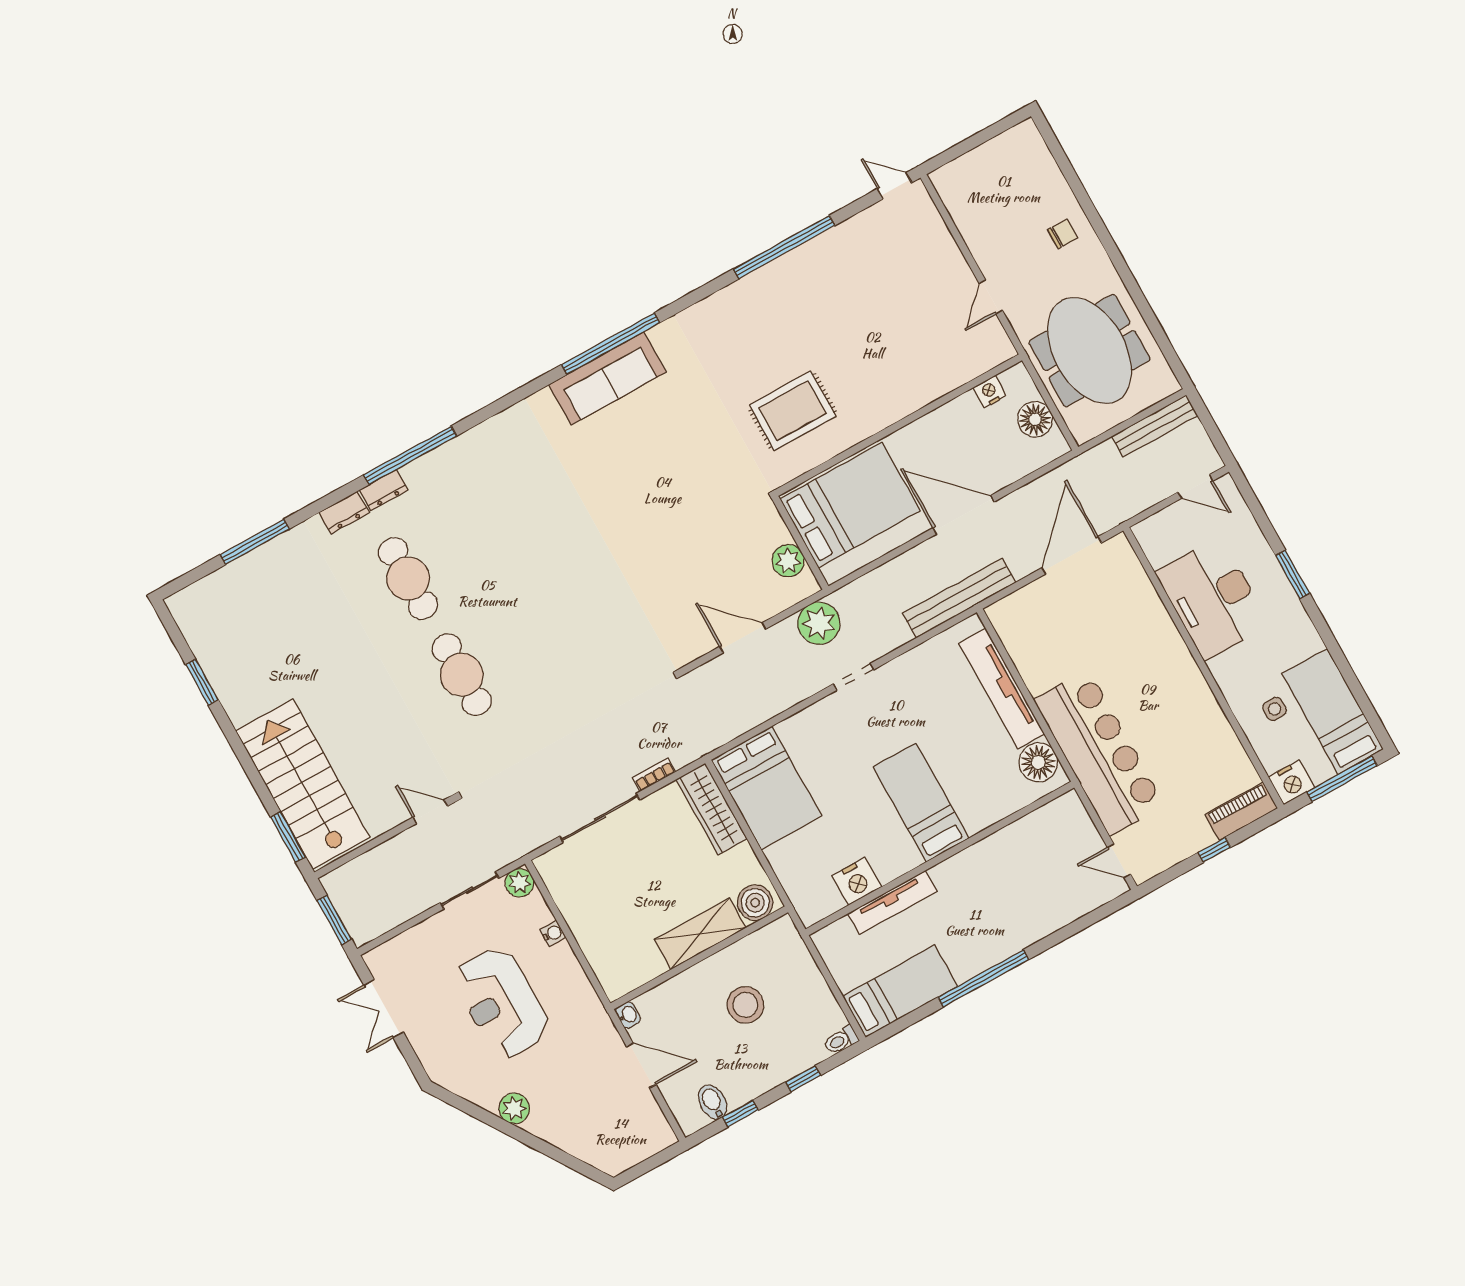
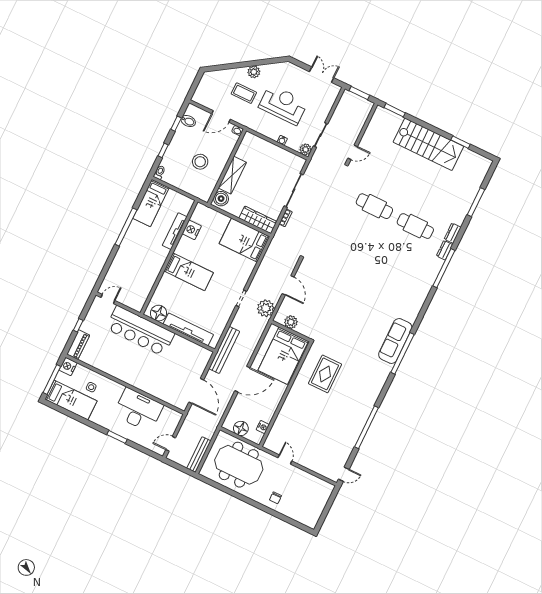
door: (743, 638) -> (288, 285), hinge flipped
stairs: (303, 784) -> (428, 144), moved
coffee table: (564, 1080) -> (244, 93), added

